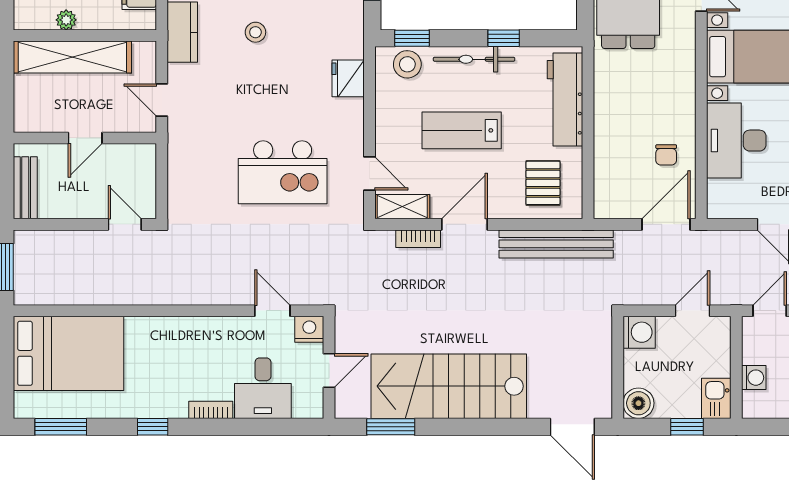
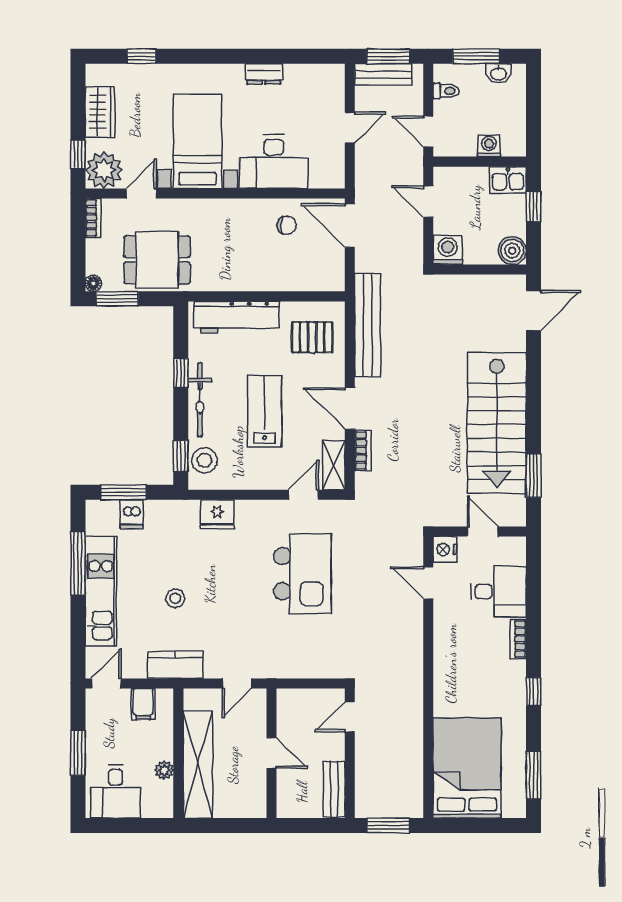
lab bench: (462, 130) -> (264, 411), turned 180
bench: (25, 188) -> (334, 789), moved, turned 90
door: (272, 311) -> (428, 583), hinge flipped

